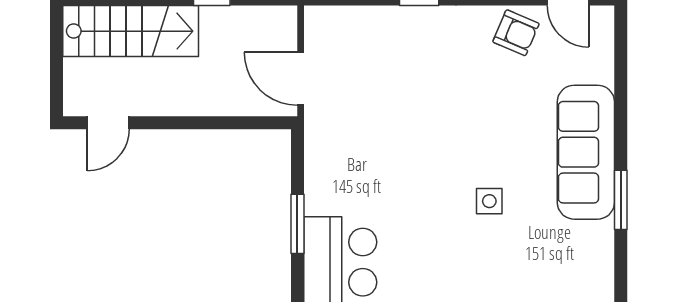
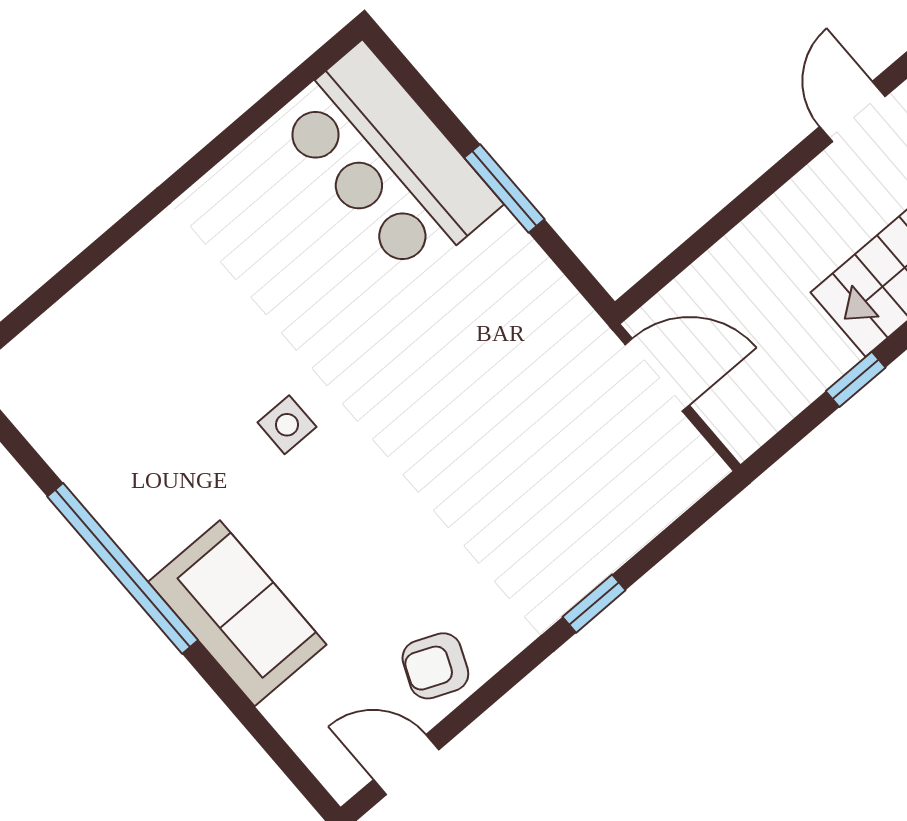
sofa: (586, 152) -> (237, 613), width x0.73
window: (621, 200) -> (123, 568), width x2.11

